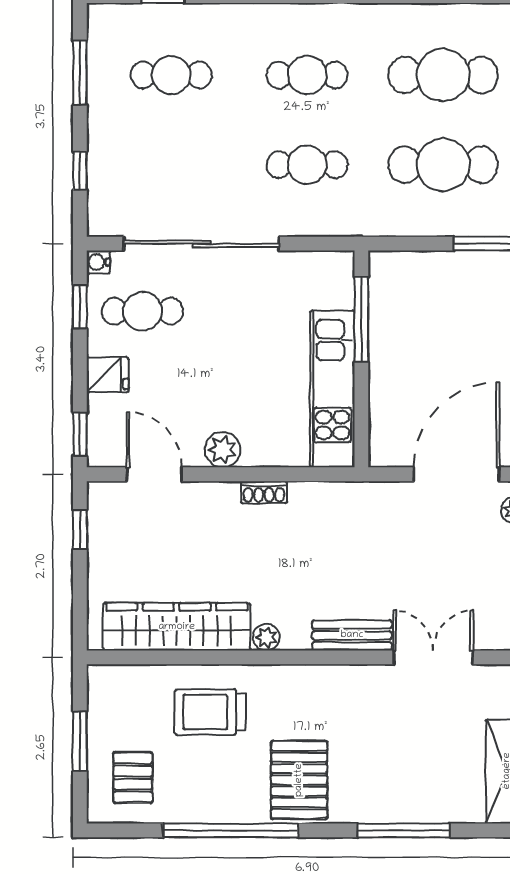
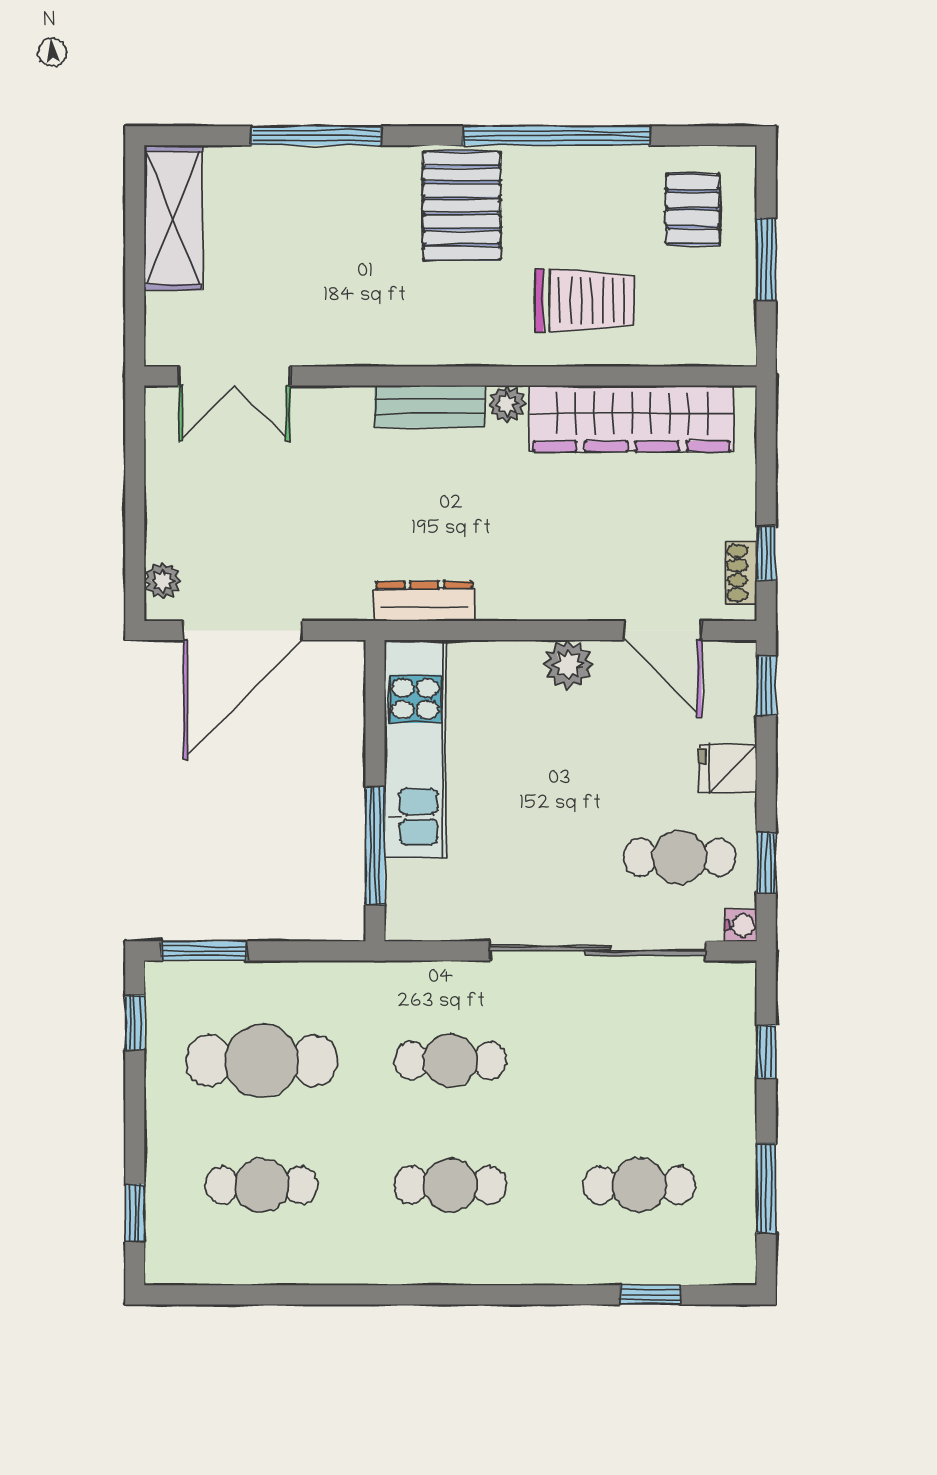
cafe table: (443, 75) -> (262, 1185), width x0.73, depth x0.74
shoe rack: (264, 492) -> (741, 573), moved, turned -90
dresser: (326, 495) -> (424, 601), added
bench: (352, 635) -> (430, 407), moved
double door: (433, 657) -> (234, 376), moved

